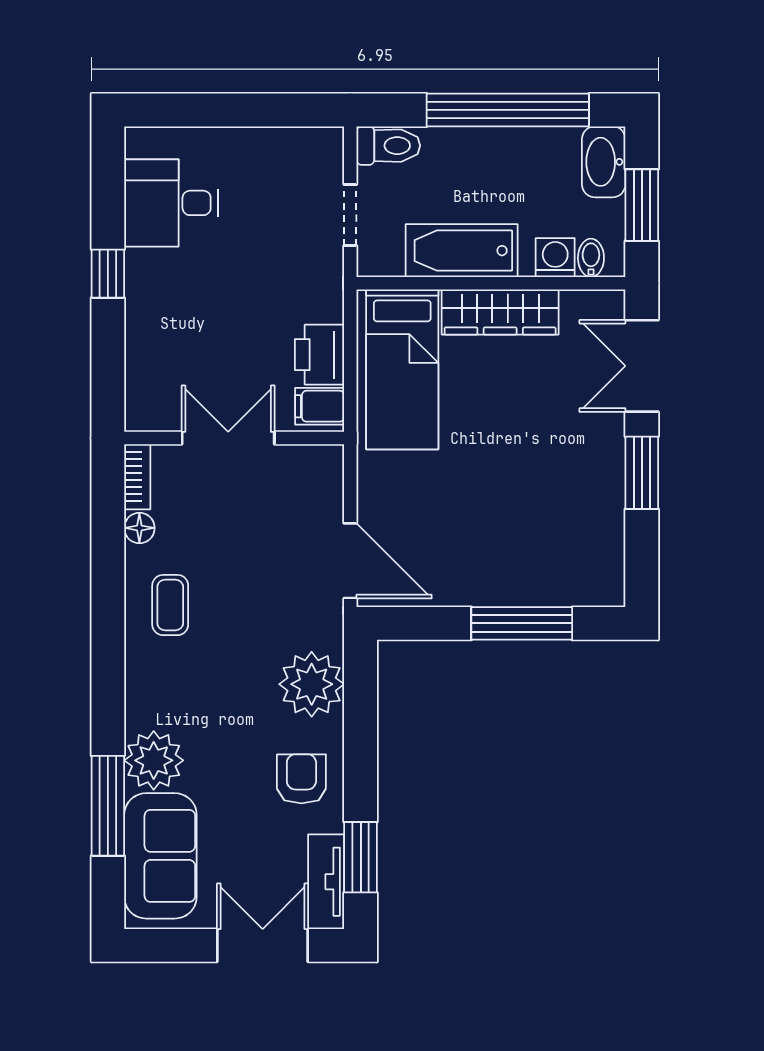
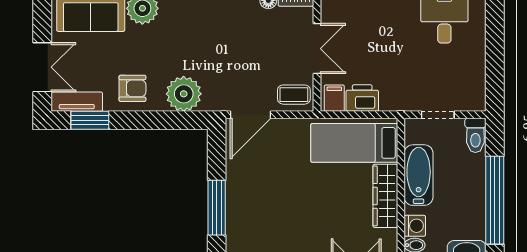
coffee table: (170, 605) -> (294, 95), moved

